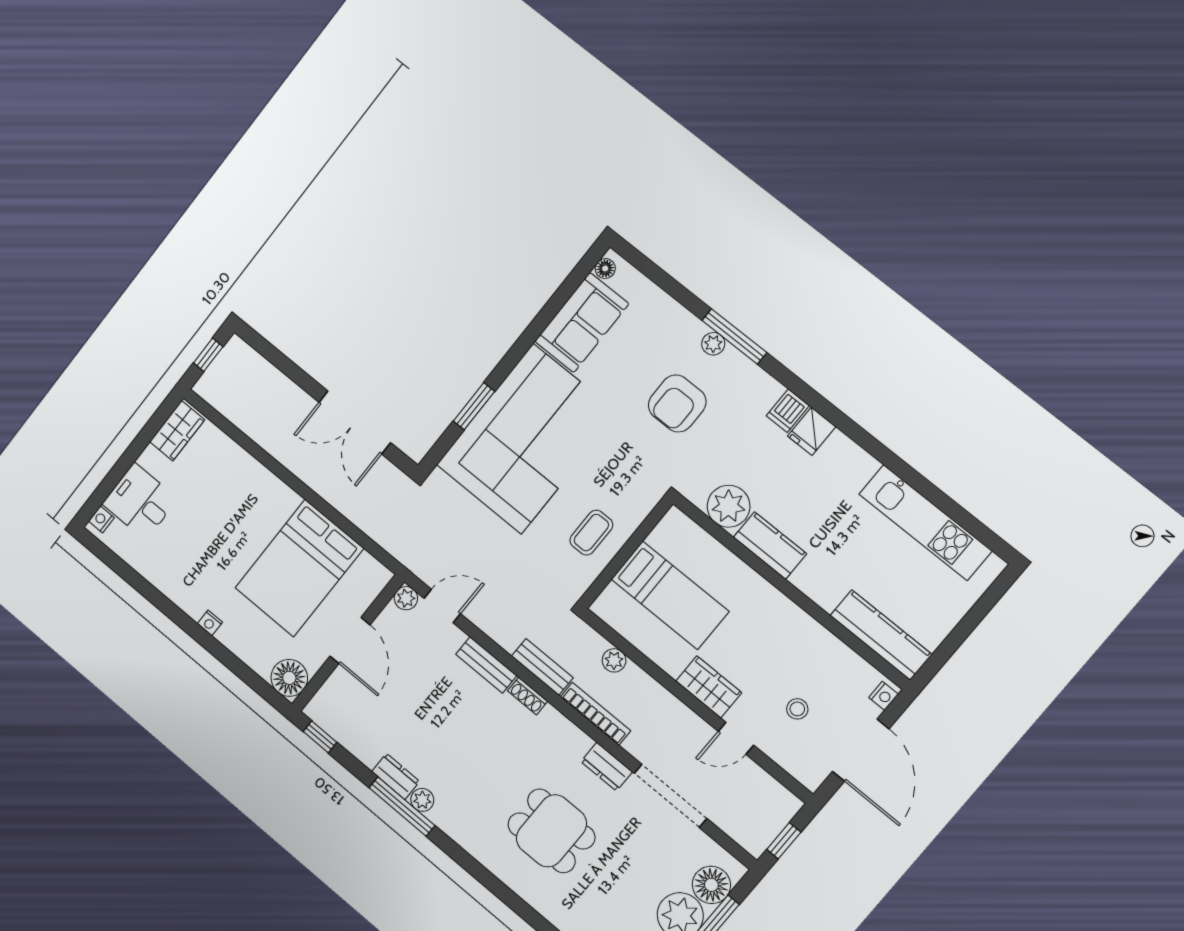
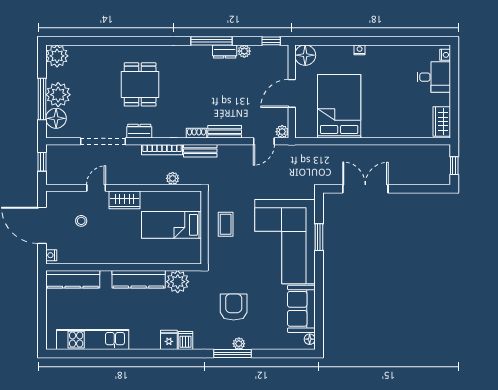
kitchen counter: (770, 546) -> (139, 279), width x1.50
door: (350, 640) -> (292, 93), hinge flipped
plant: (422, 800) -> (244, 51), moved
dining table: (551, 831) -> (140, 84), turned 90

